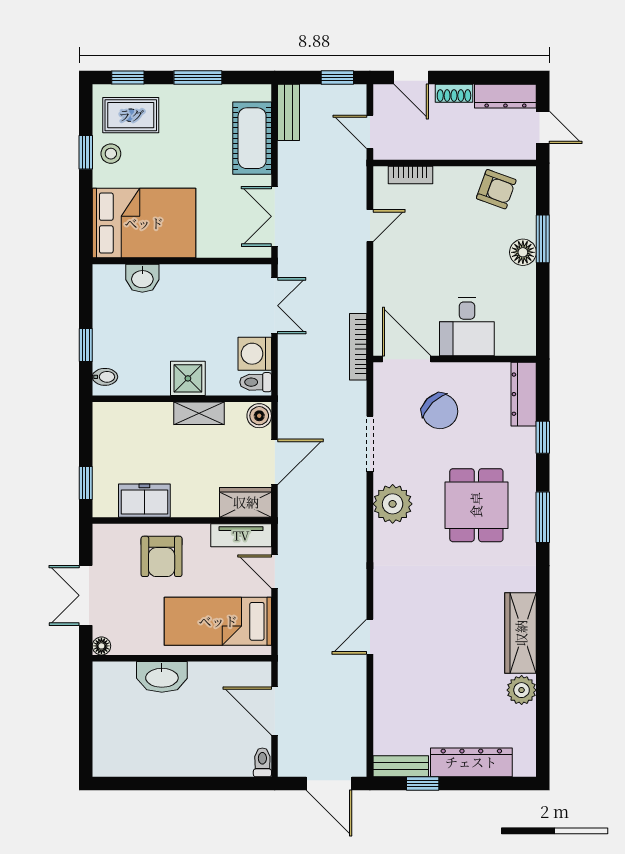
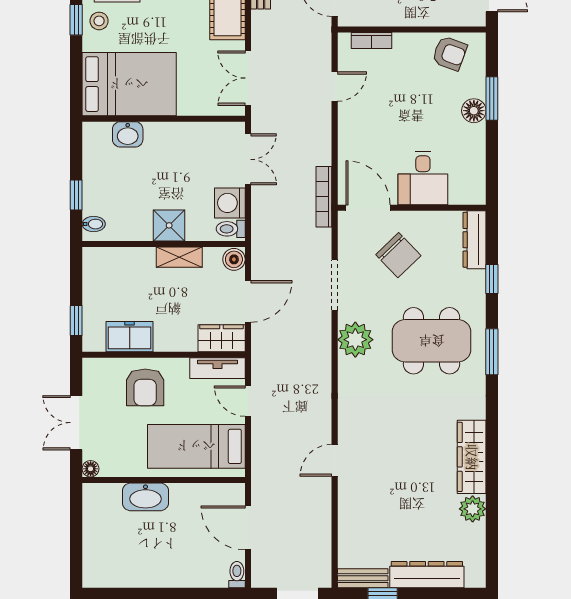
dining table: (476, 505) -> (432, 341), width x1.38

